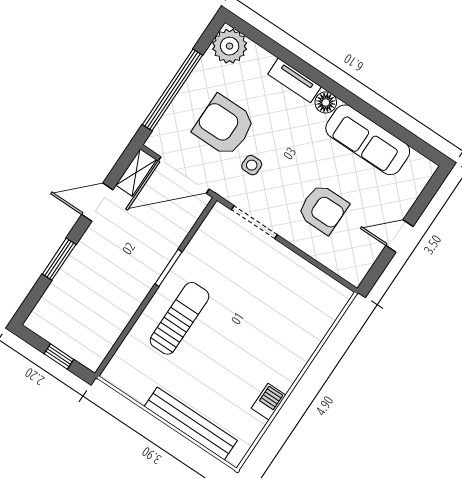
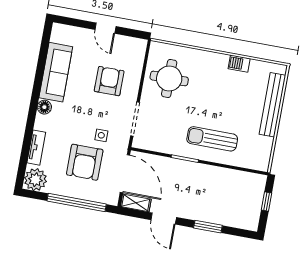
tv unit: (294, 80) -> (36, 148), moved
round table: (290, 295) -> (169, 78), added

